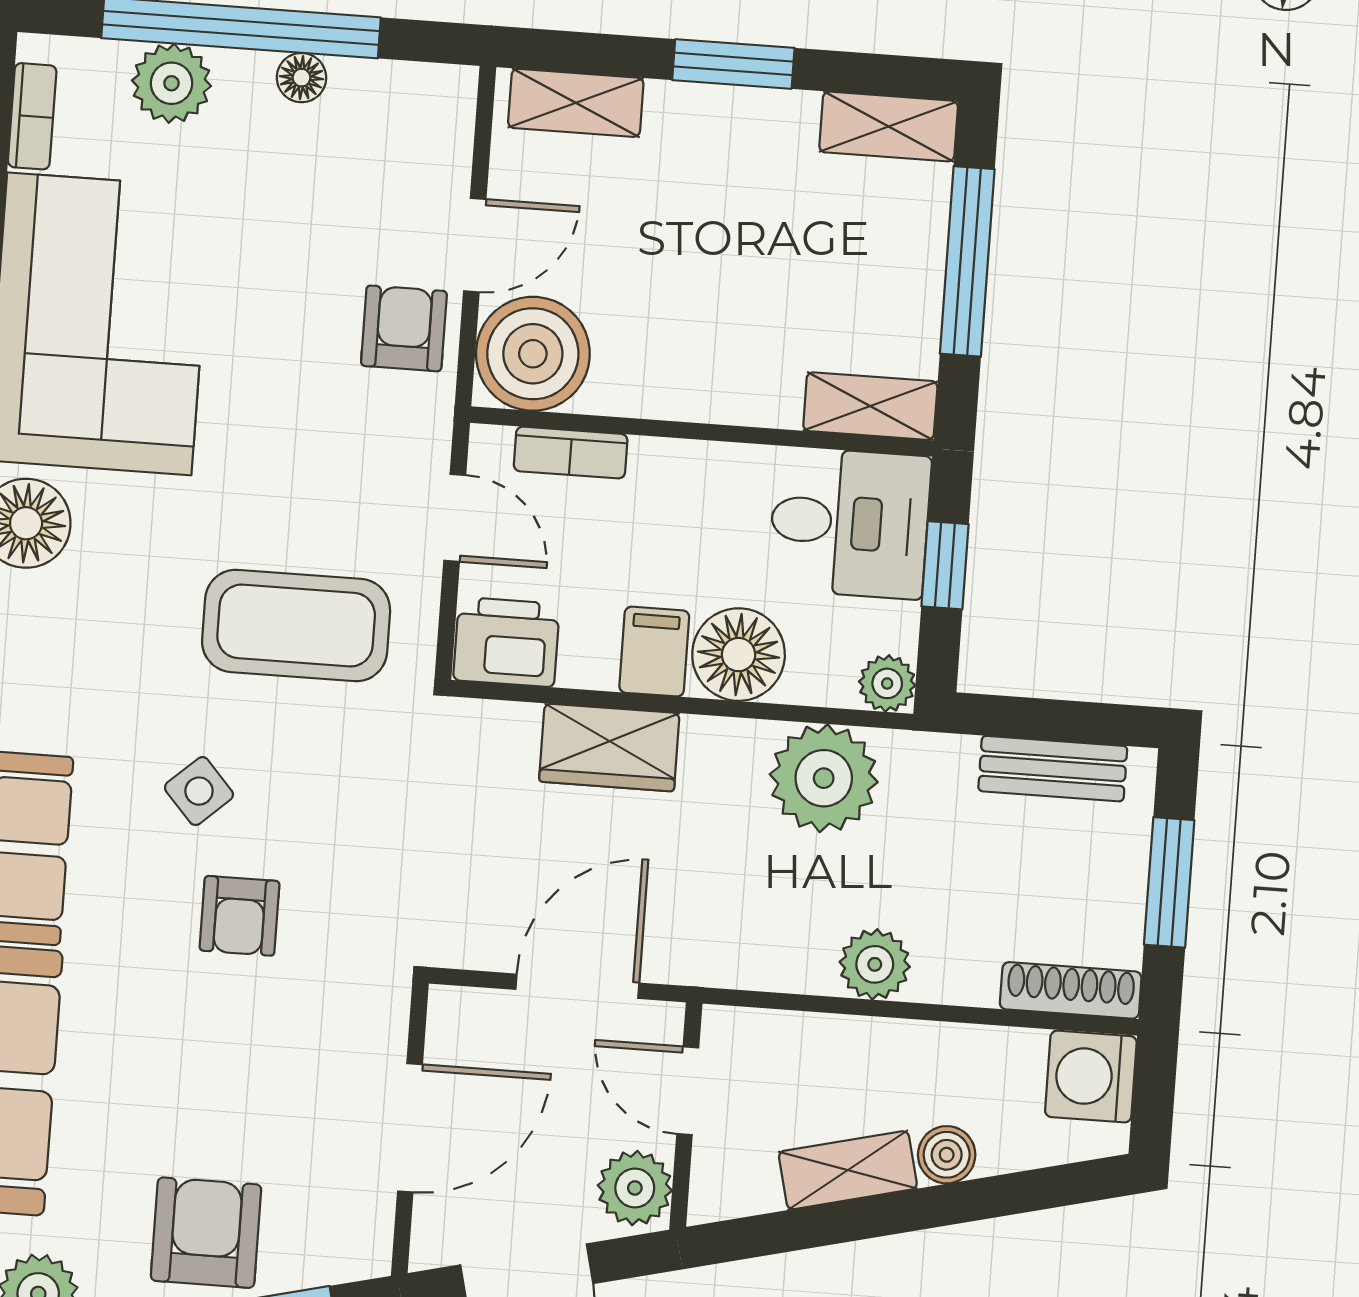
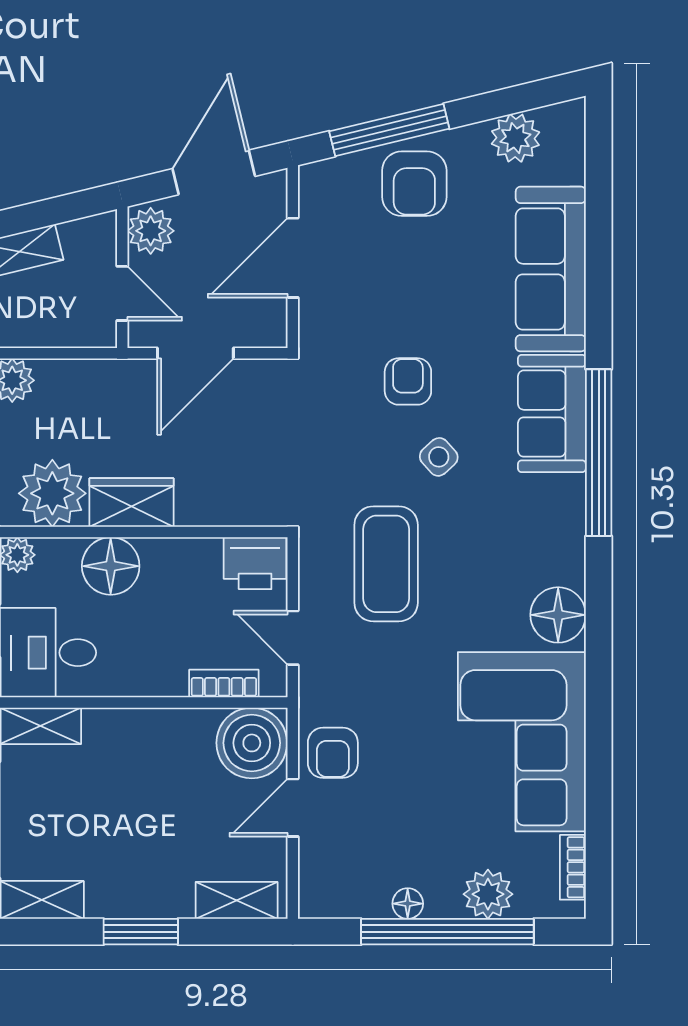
coffee table: (296, 625) -> (386, 564), turned 90
filing cabinet: (654, 652) -> (163, 564), removed
wardrobe: (609, 747) -> (131, 503), moved

